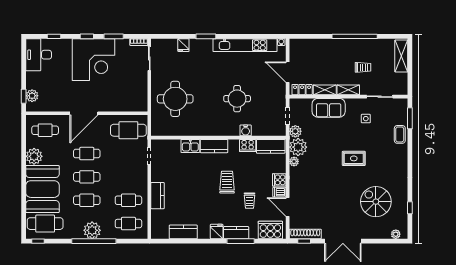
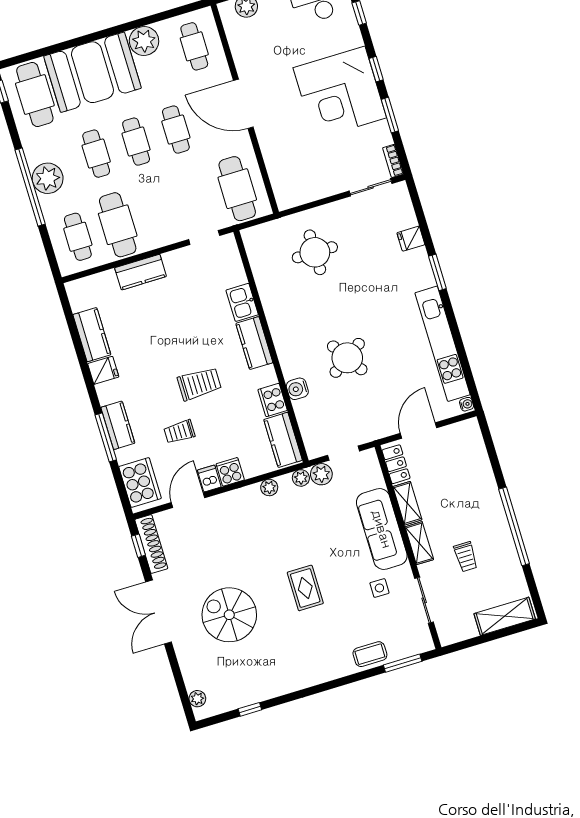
round table: (175, 99) -> (315, 252), width x0.73, depth x0.73
round table: (237, 99) -> (347, 358), turned -34
sofa: (329, 108) -> (382, 529), width x1.36
plant: (298, 147) -> (301, 478), width x0.53, depth x0.53
cafe table: (128, 200) -> (118, 225), width x1.37, depth x1.35
spiral stairs: (376, 202) -> (229, 615), moved, turned -90
fridge: (217, 232) -> (103, 370), moved

